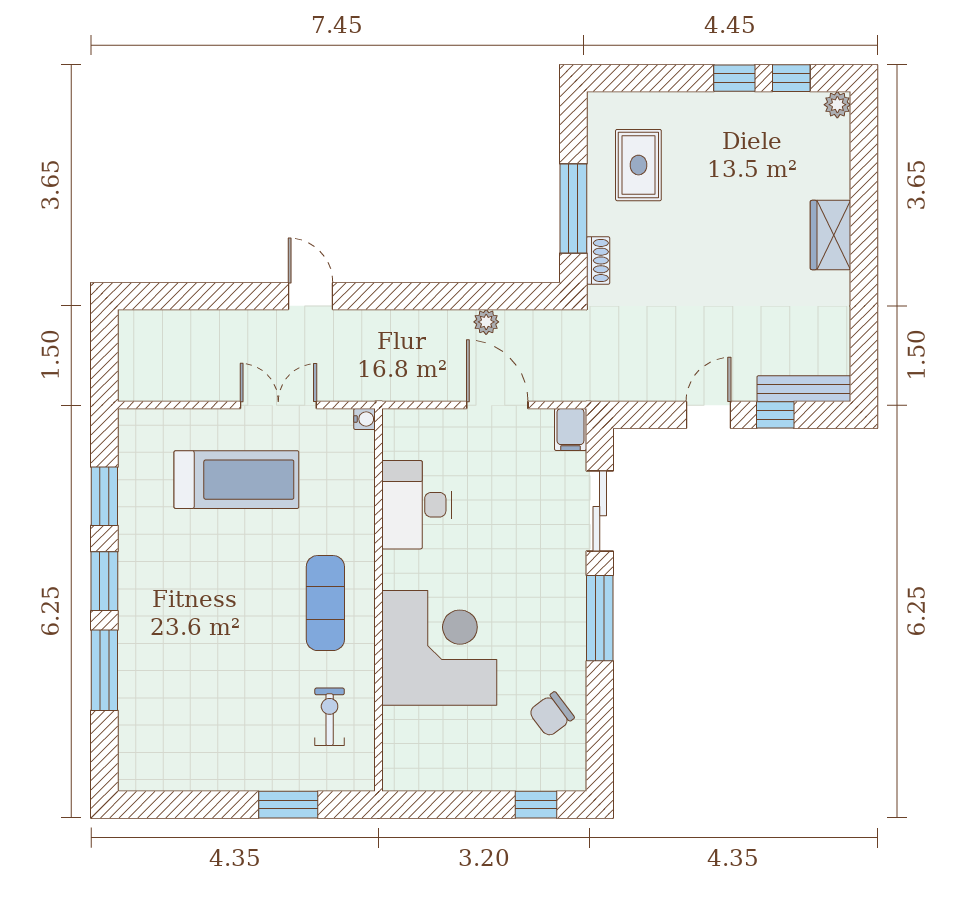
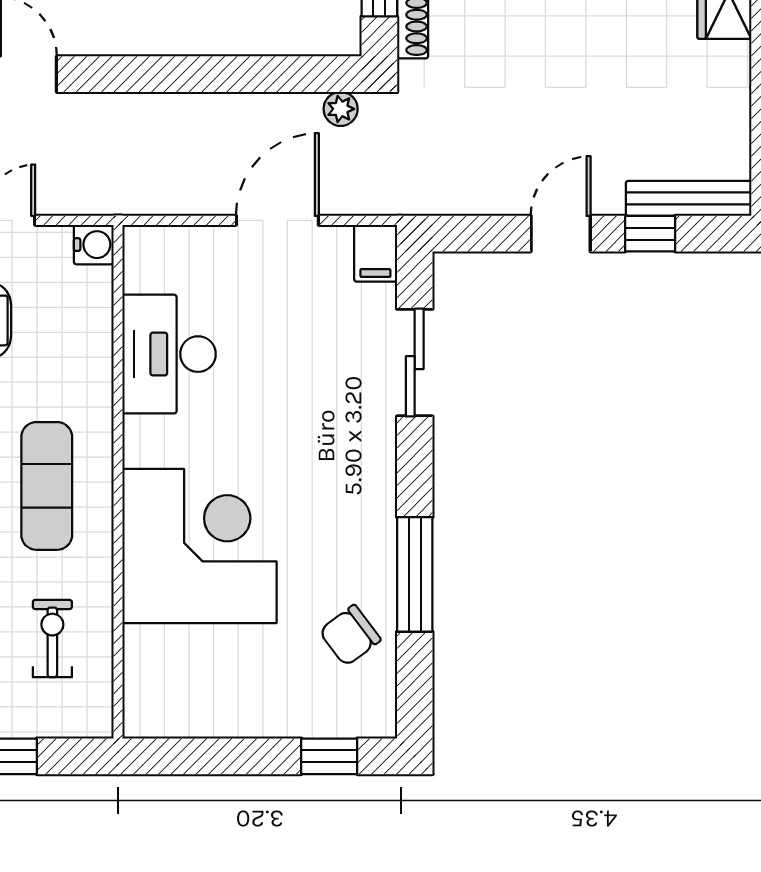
plant: (486, 322) -> (341, 109), moved
door: (497, 405) -> (277, 220), hinge flipped
water cooler: (364, 419) -> (94, 245), width x1.38, depth x1.38
window: (600, 618) -> (415, 574), moved

